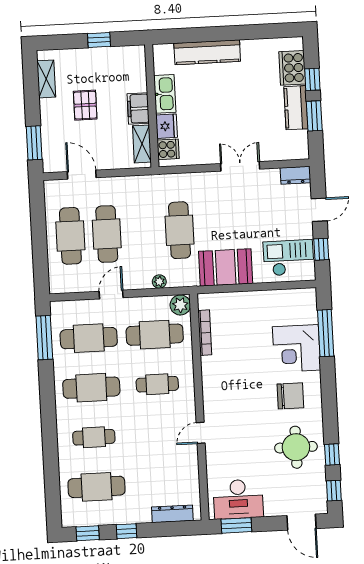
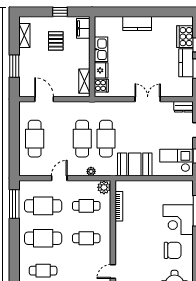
kitchen counter: (207, 52) -> (137, 24), width x0.67
pallet: (85, 105) -> (56, 41), moved
filing cabinet: (138, 109) -> (83, 28), moved
window: (34, 143) -> (14, 66), moved
cafe table: (107, 234) -> (82, 139), moved
cafe table: (155, 335) -> (86, 206), width x0.73, depth x0.74

